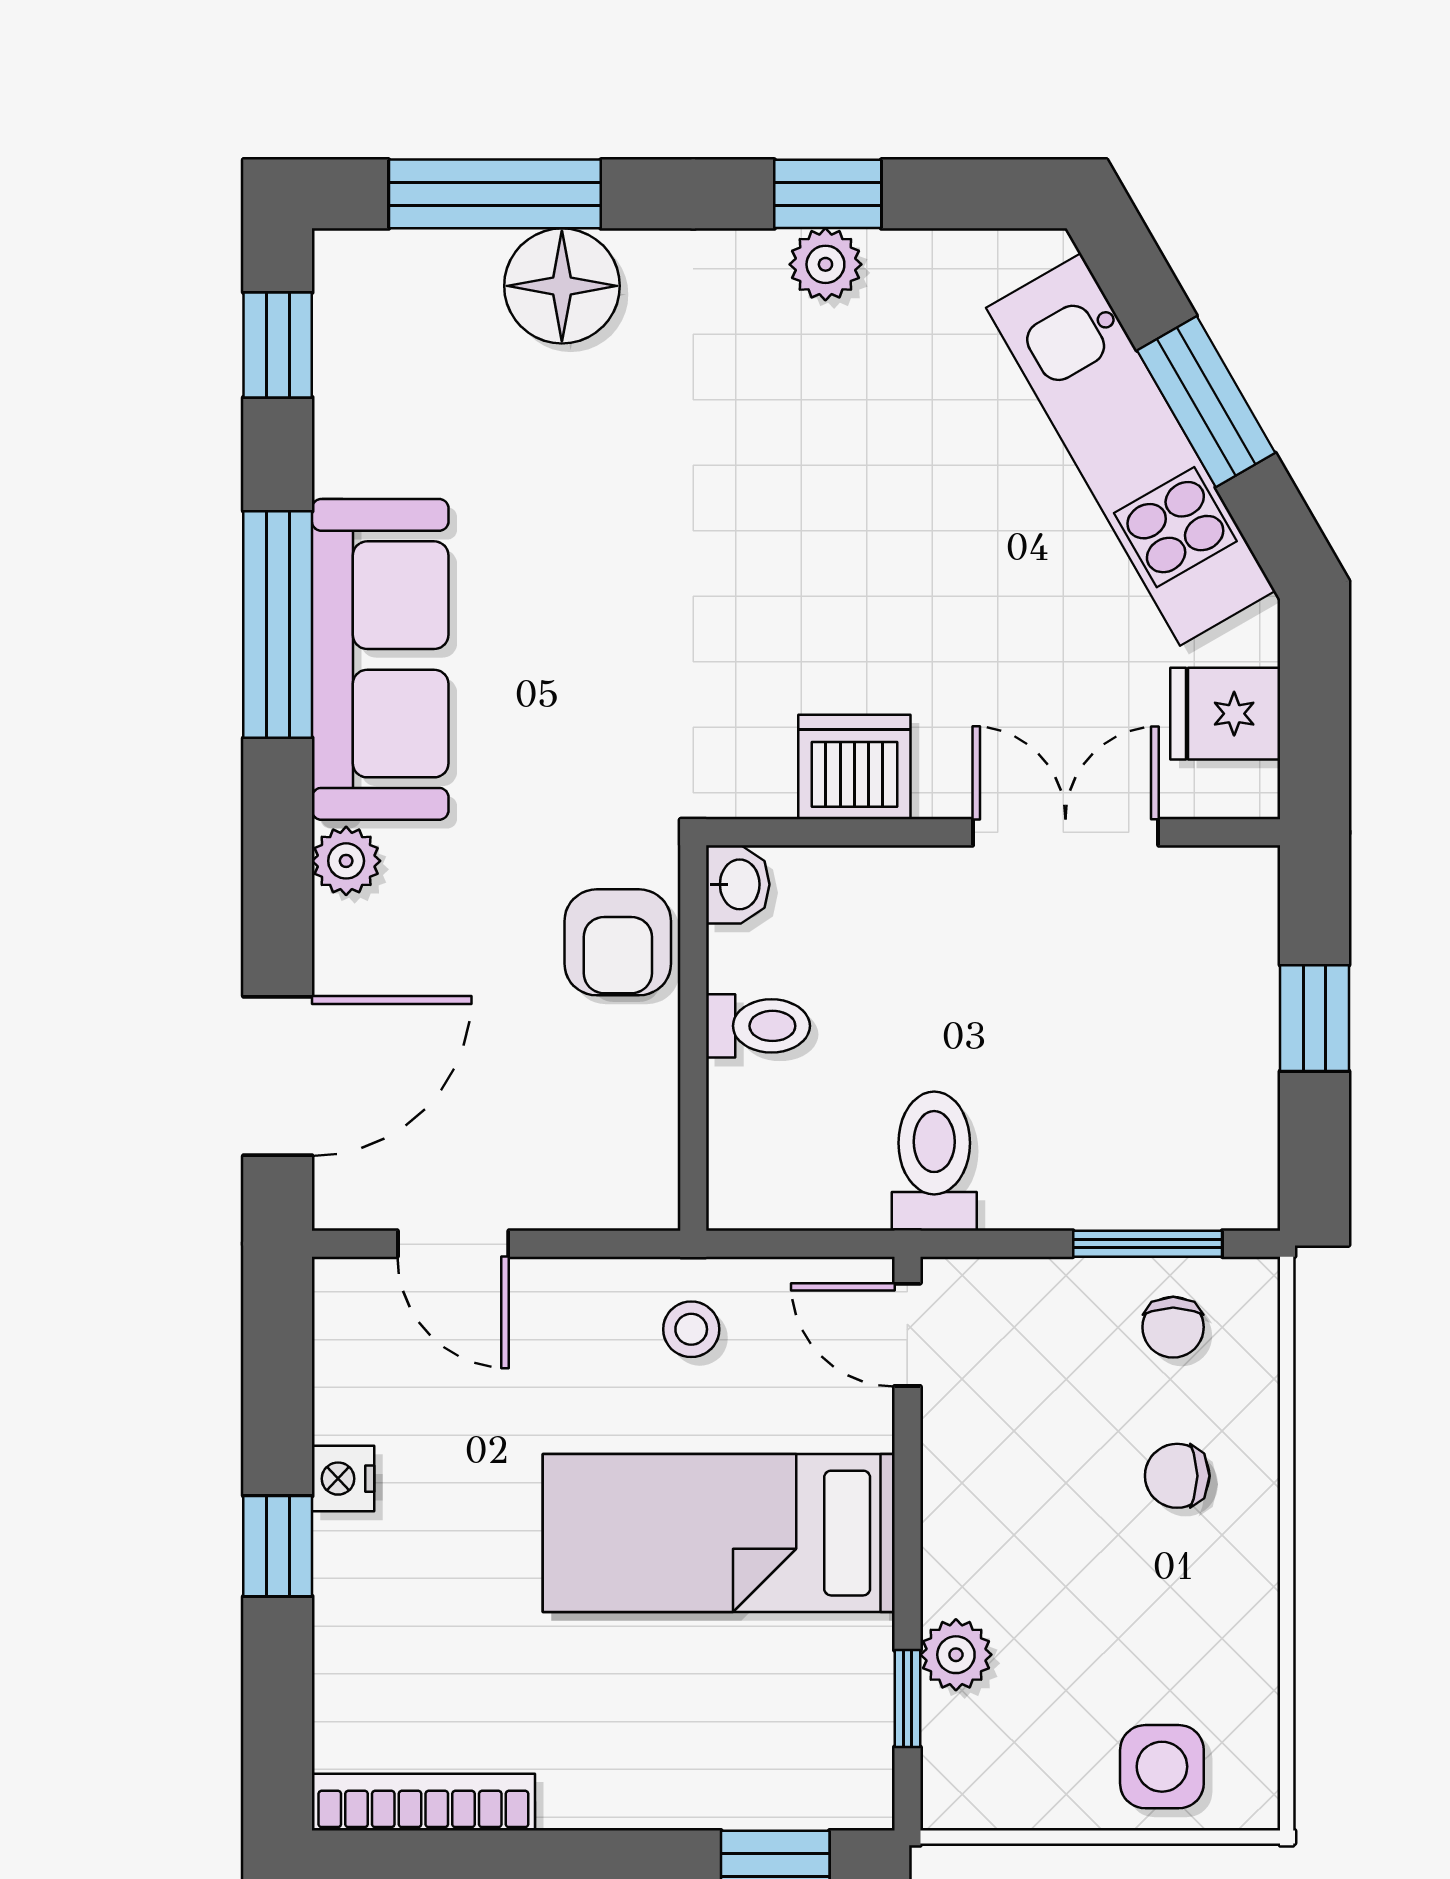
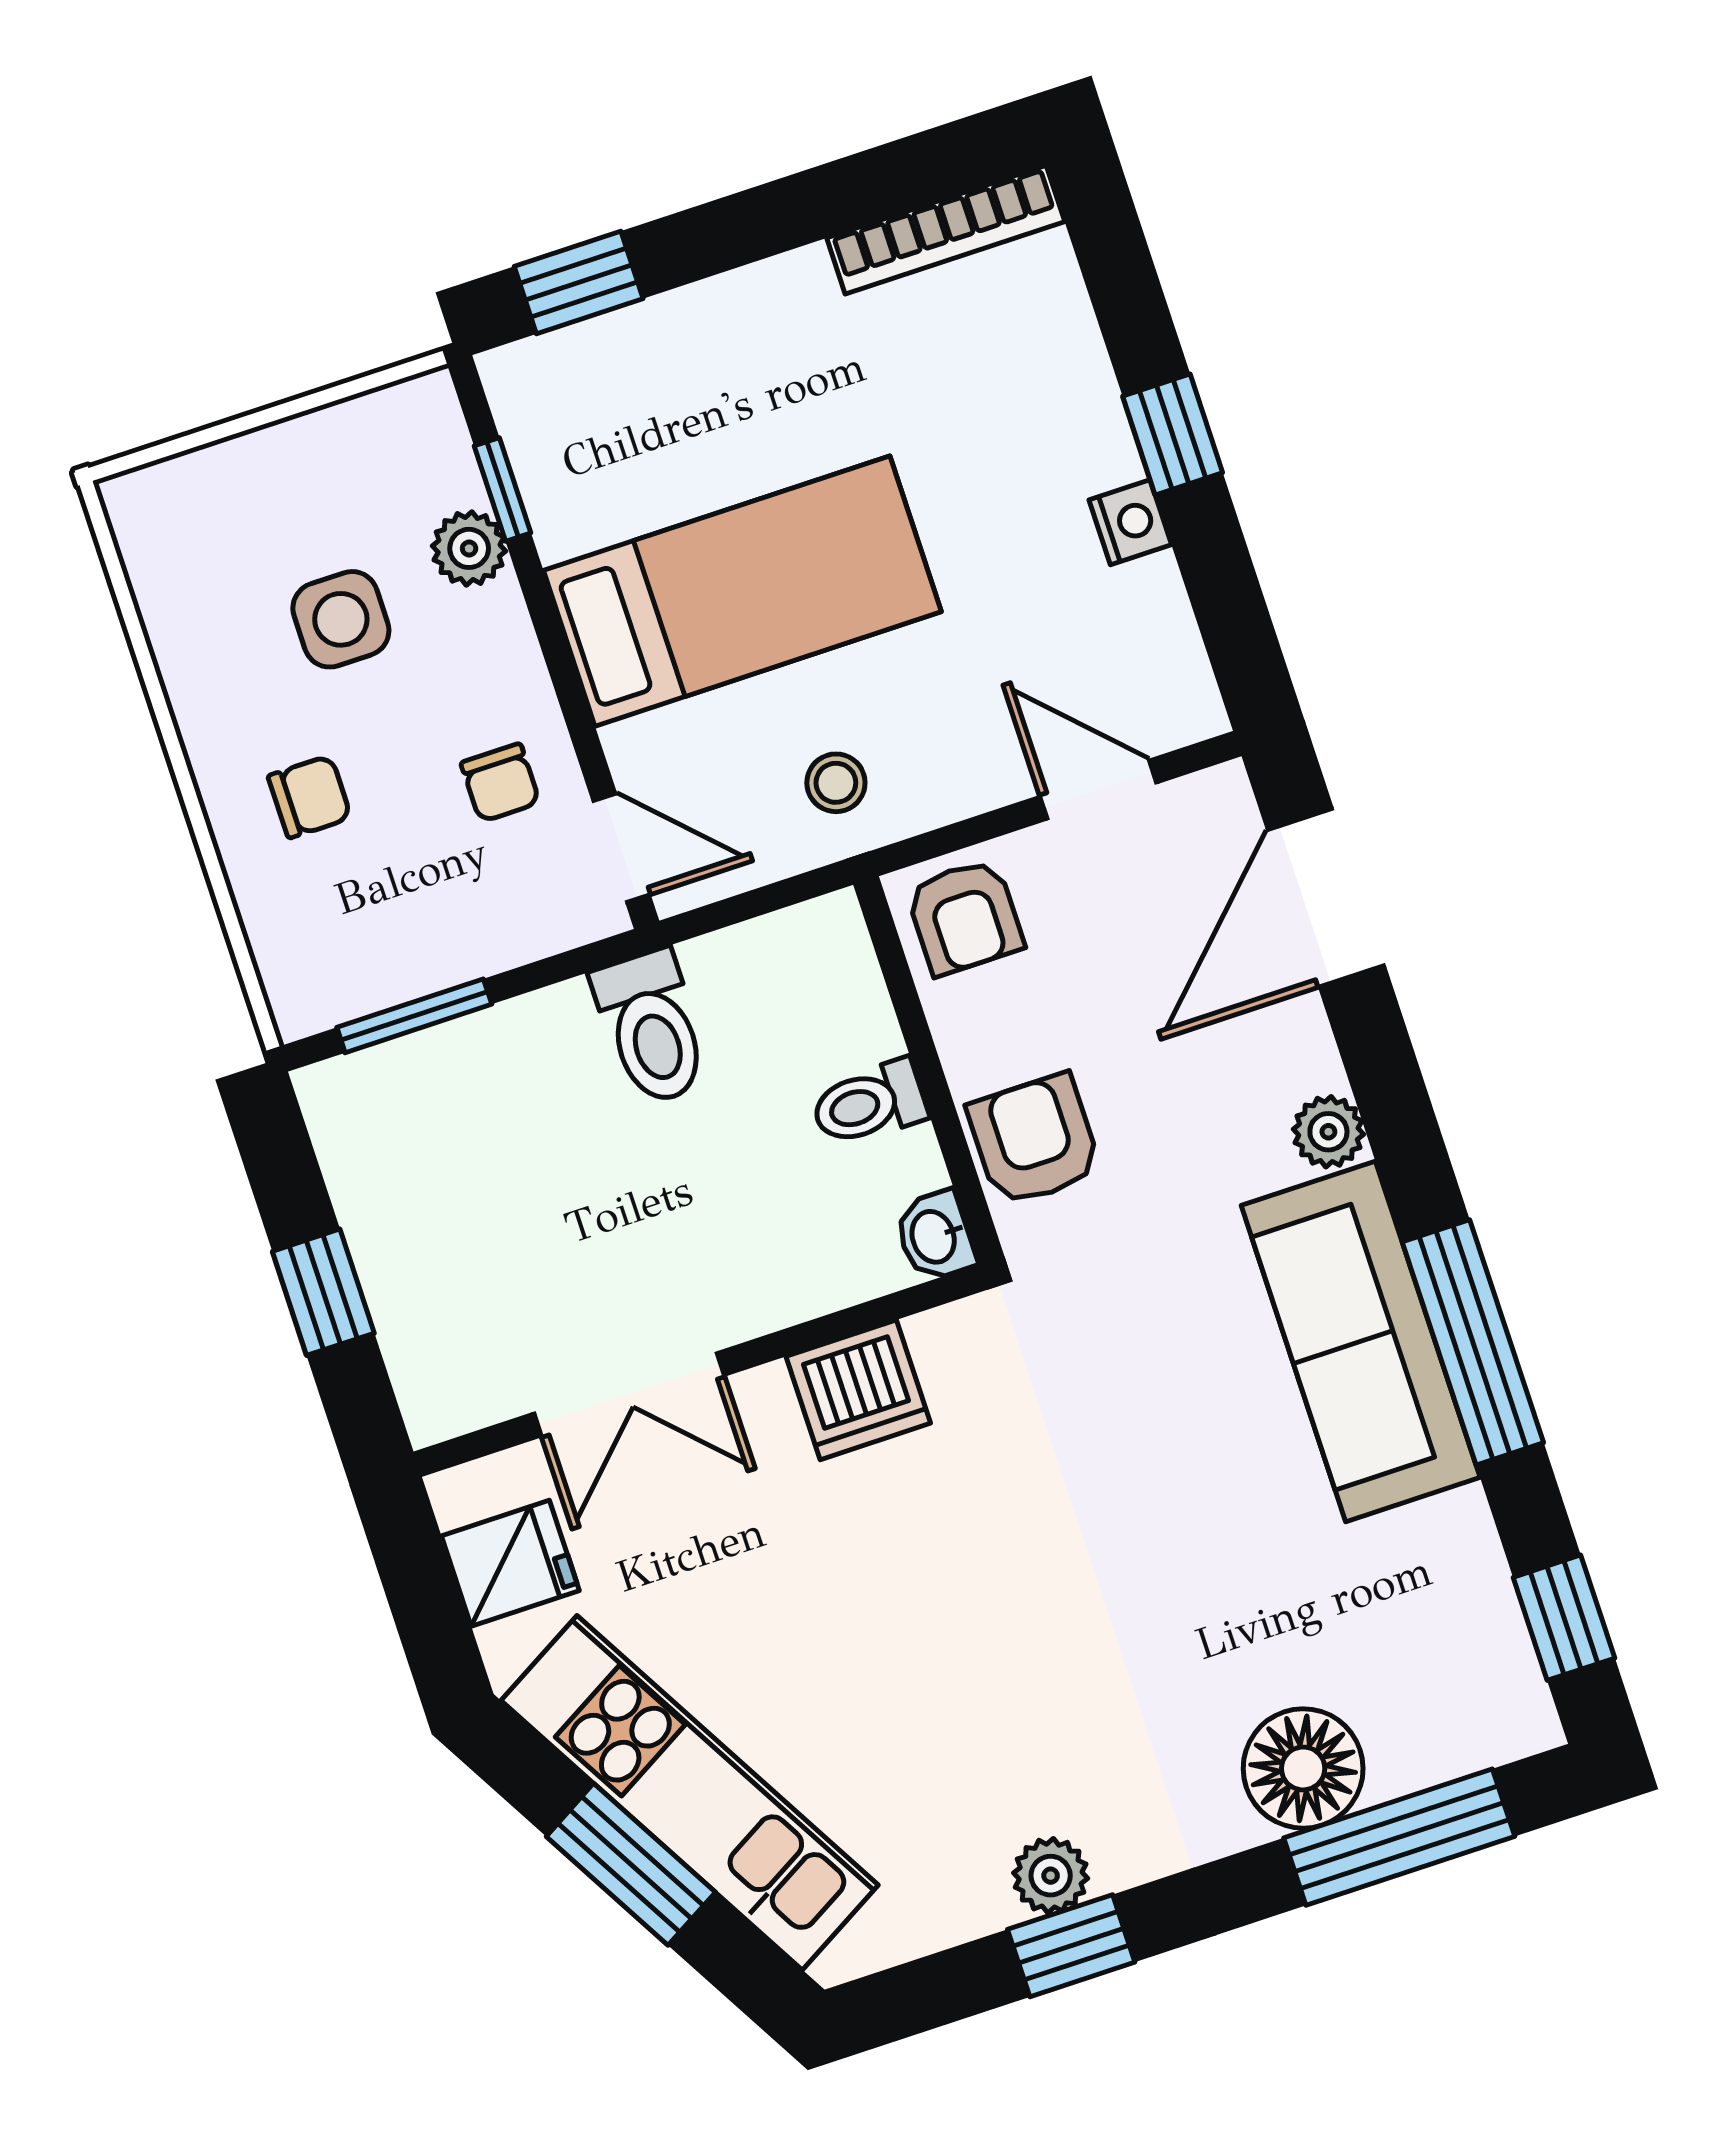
armchair: (614, 1168) -> (965, 917), added
chair: (1173, 1327) -> (500, 783), moved, turned 180
side table: (1162, 1767) -> (341, 619), moved

